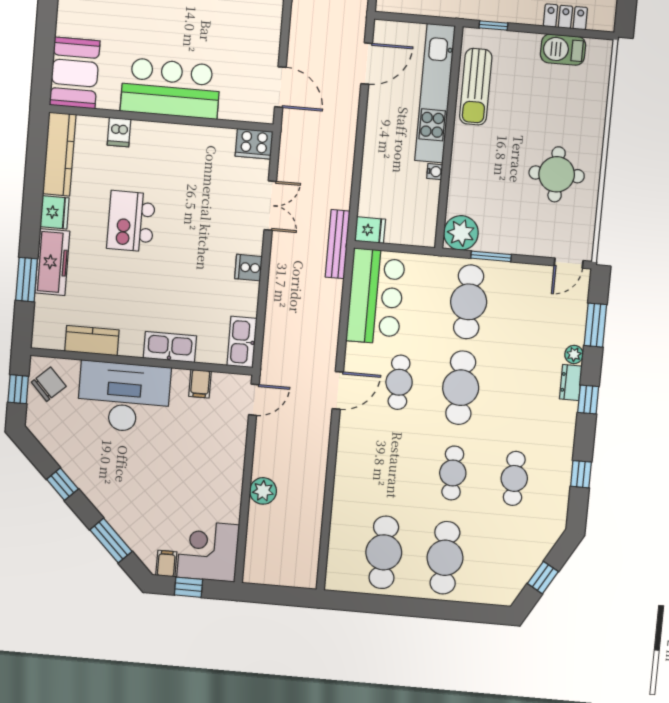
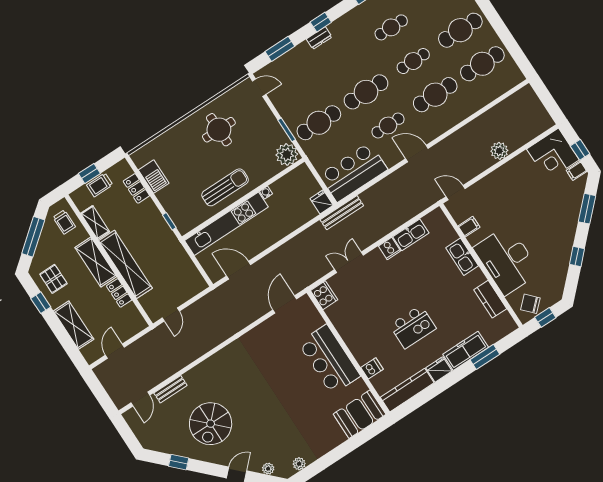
sun lounger: (476, 87) -> (225, 187), moved
kitchen sink: (242, 342) -> (411, 235), moved
plant: (574, 354) -> (303, 48), removed
cafe table: (391, 468) -> (435, 95), added

